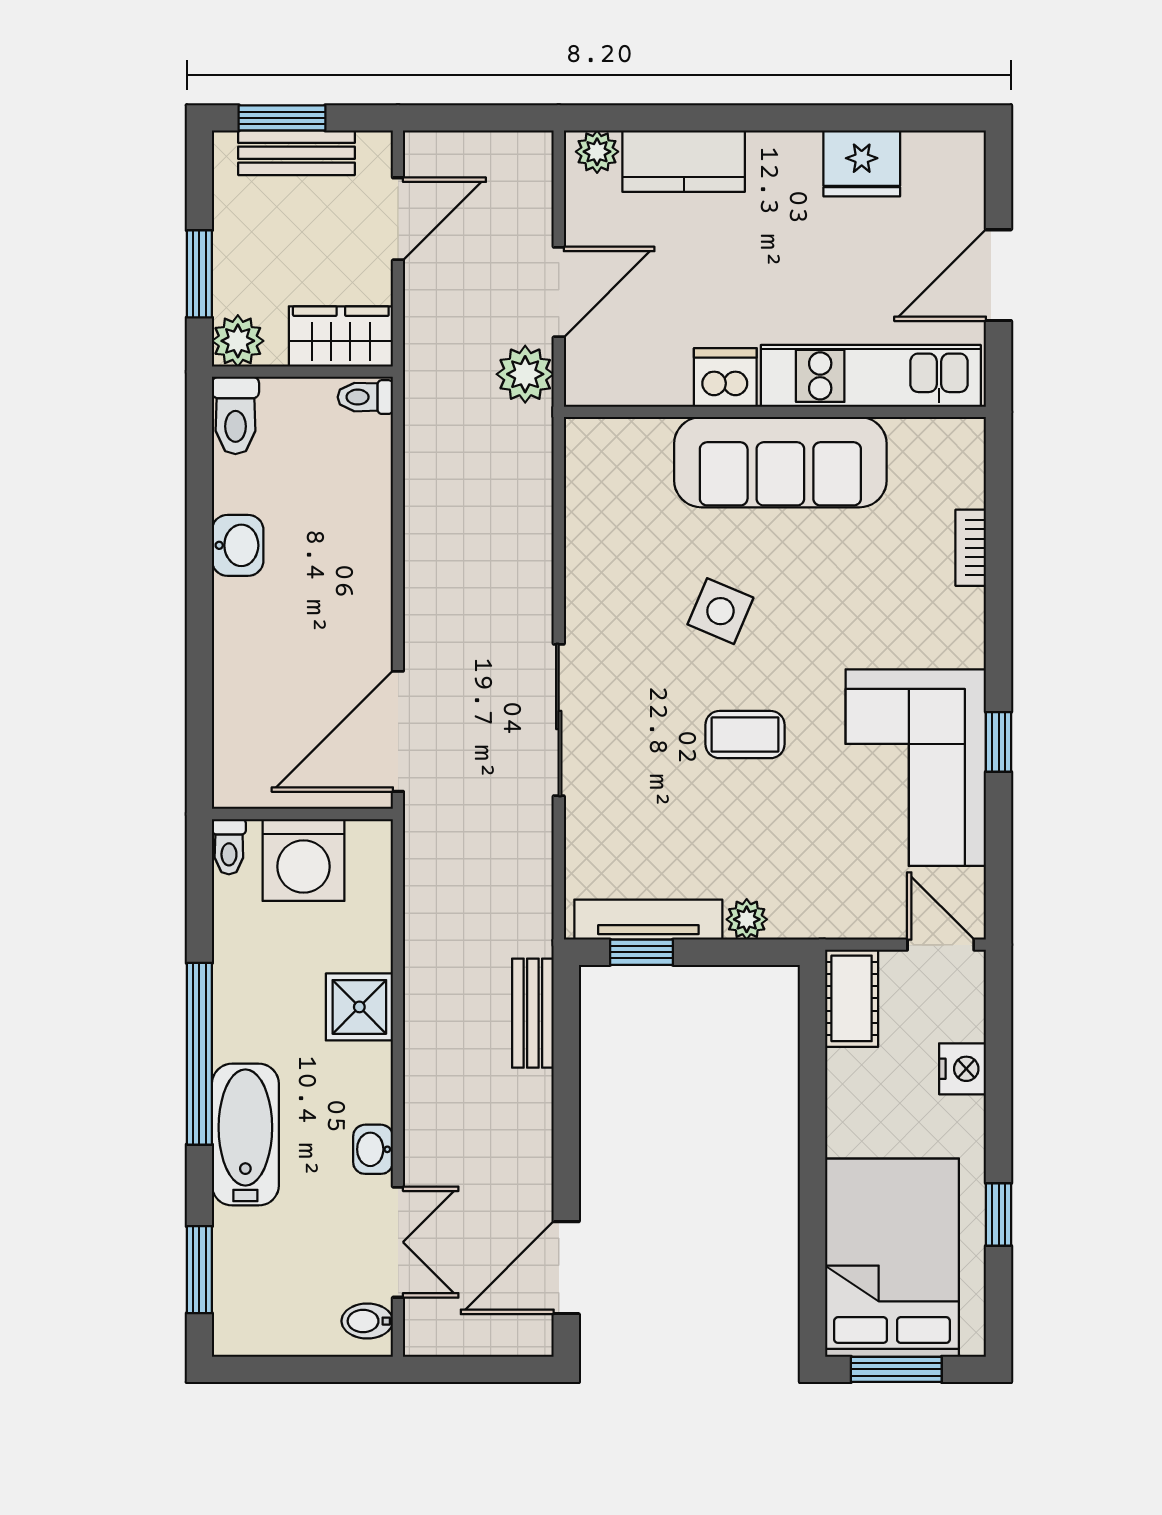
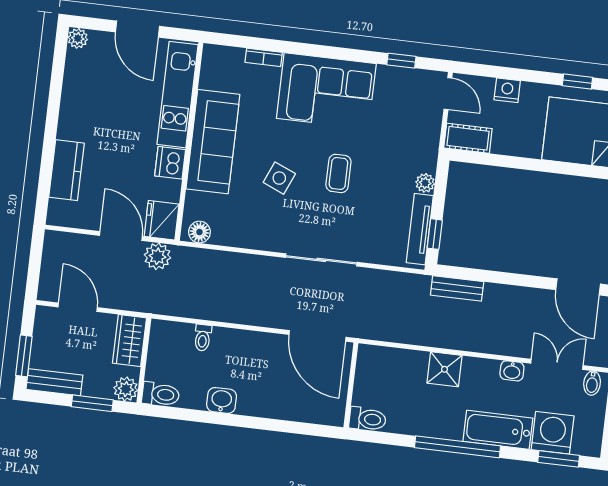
plant: (597, 152) -> (78, 38), moved
bench: (297, 153) -> (54, 382), moved, turned 90
fridge: (862, 163) -> (162, 220), moved, turned 180
toilet: (365, 397) -> (203, 338), moved
floor lamp: (587, 457) -> (199, 232), added
window: (999, 742) -> (401, 61), moved
corner sofa: (916, 768) -> (326, 91), moved
toilet: (229, 847) -> (368, 419), width x1.37, depth x1.39
washing machine: (303, 860) -> (553, 433), moved, turned -90
door: (941, 945) -> (448, 94), swing flipped

